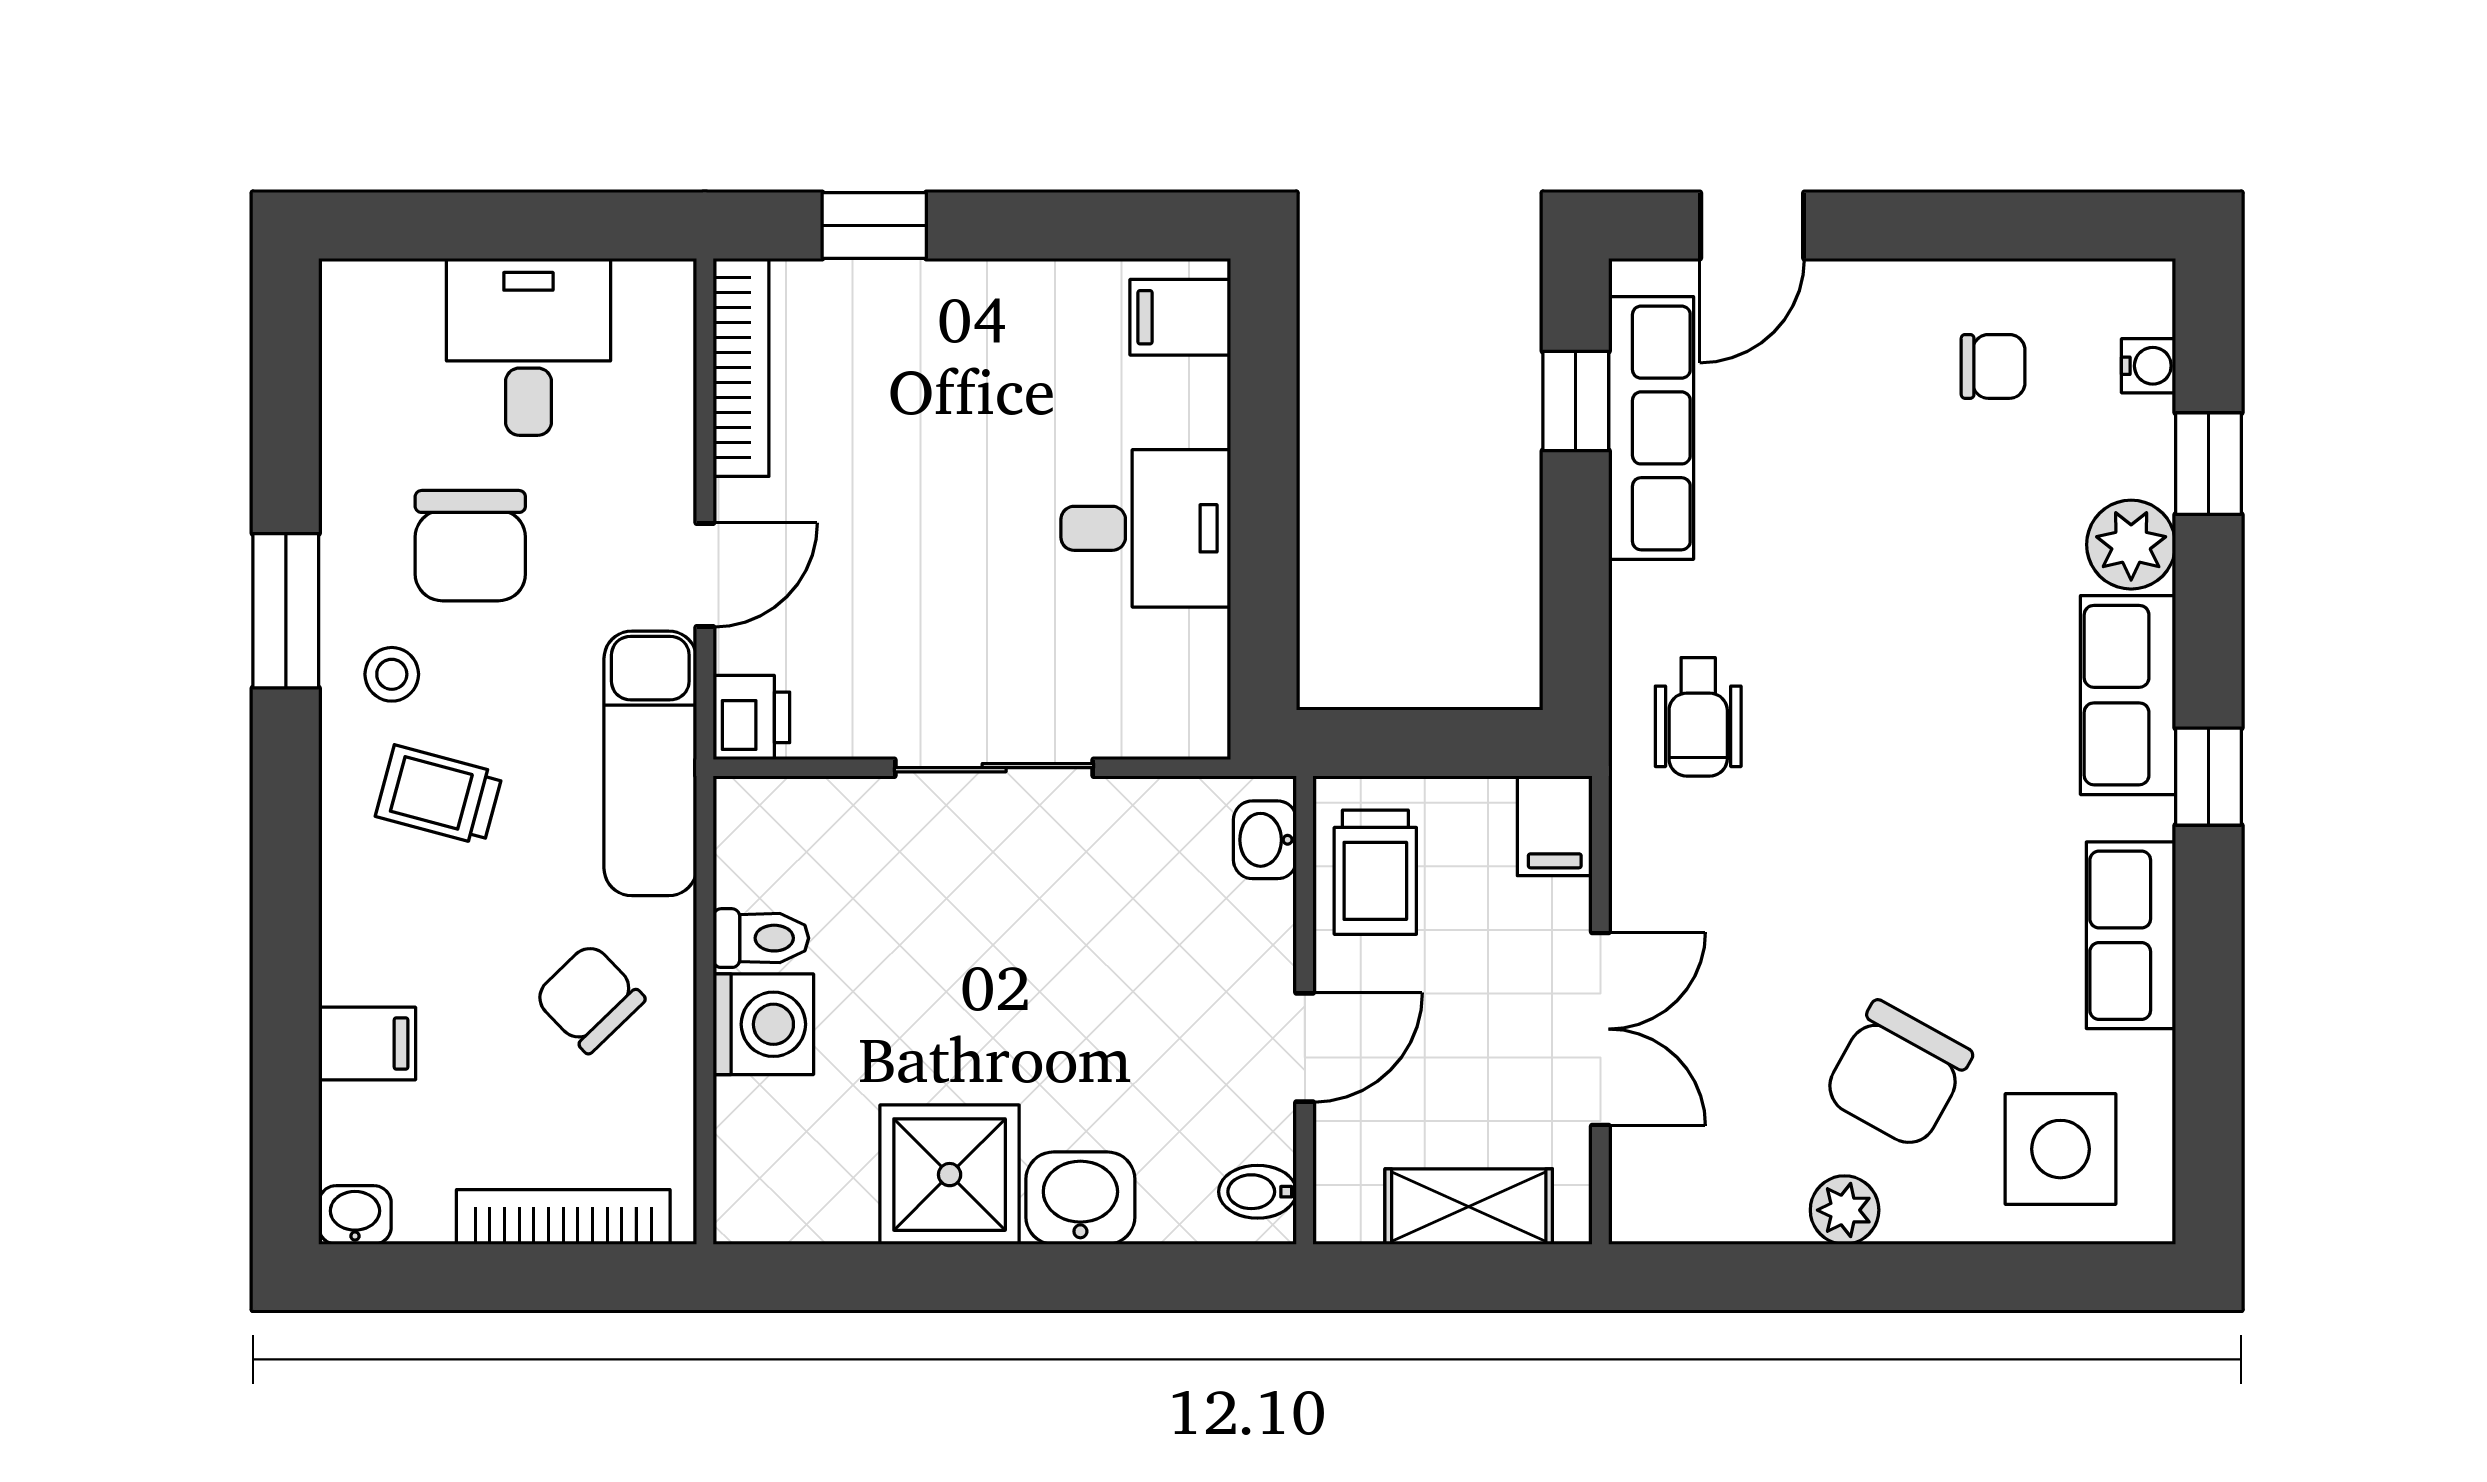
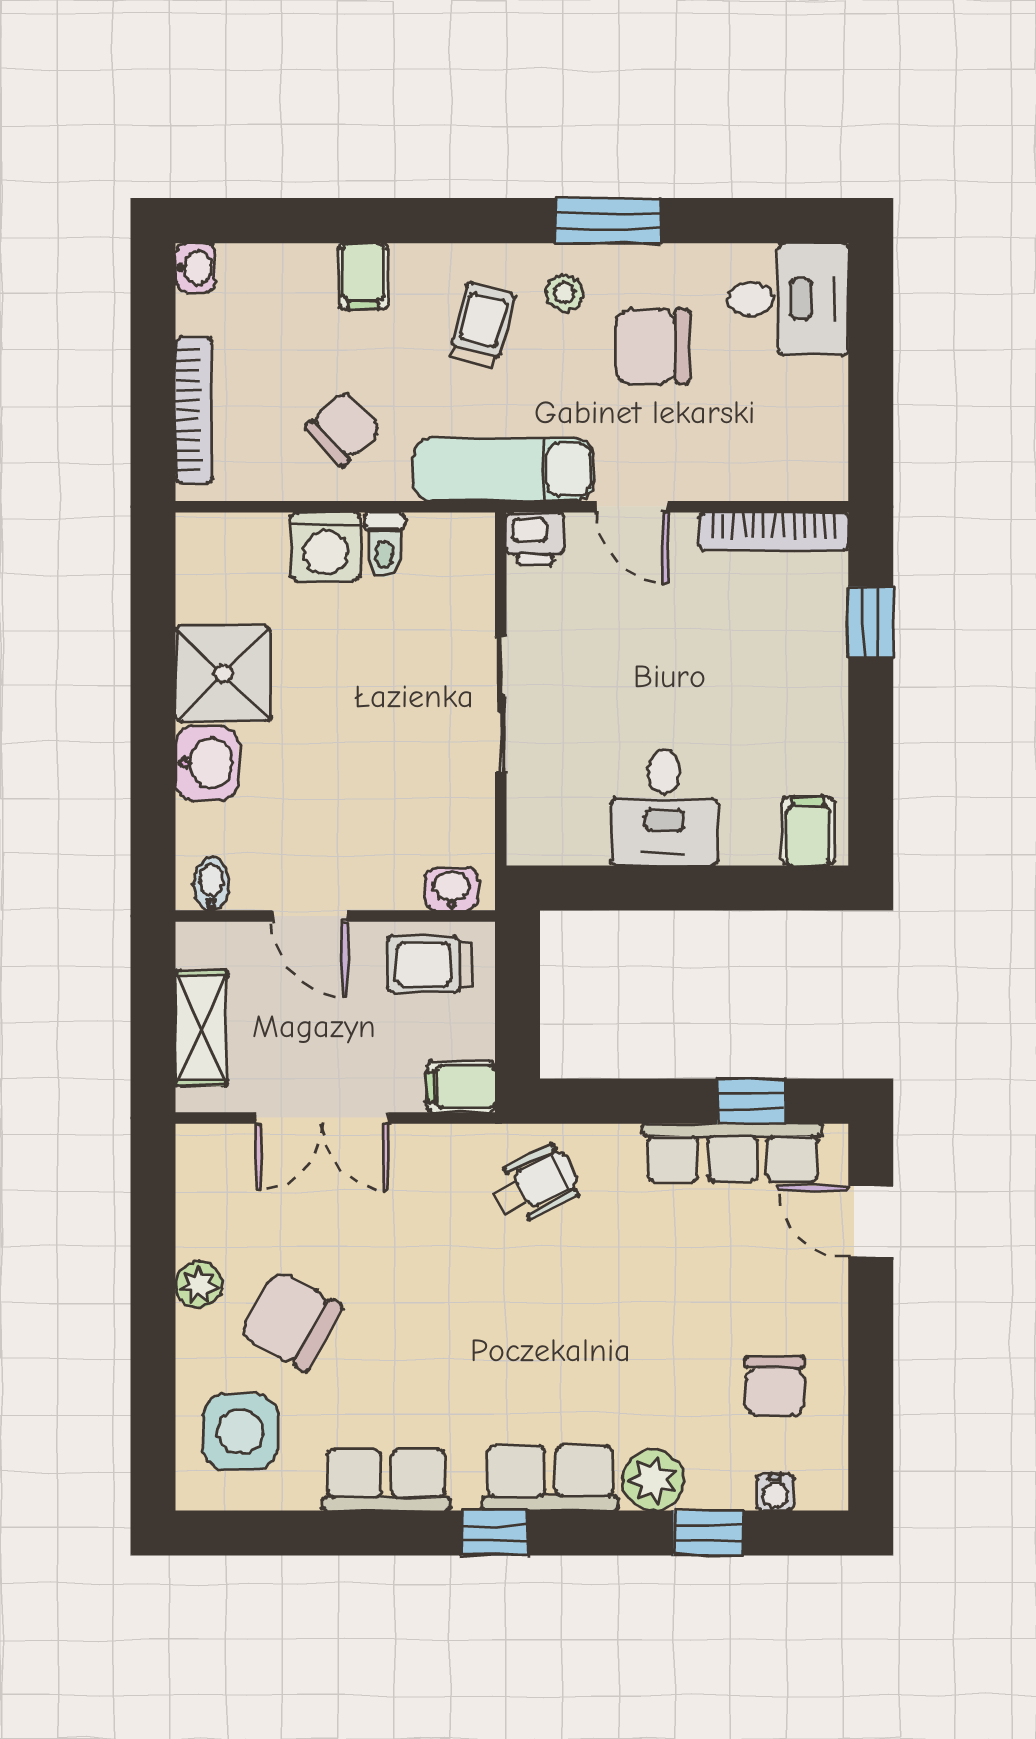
desk: (528, 347) -> (788, 299), moved
chair: (1993, 366) -> (775, 1386), width x1.37, depth x1.37
wheelchair: (1698, 717) -> (535, 1185), turned 153
filing cabinet: (367, 1044) -> (363, 276), moved

